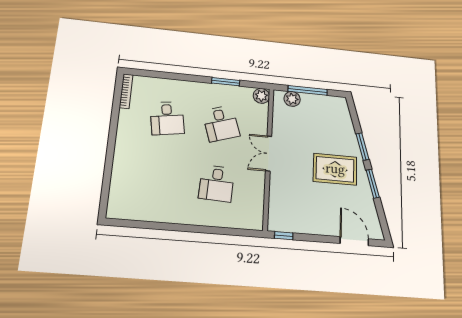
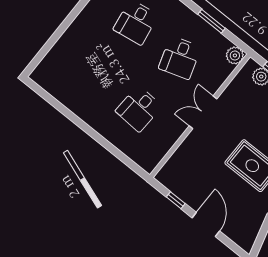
window: (284, 236) -> (176, 200), moved
door: (354, 241) -> (206, 224), moved

